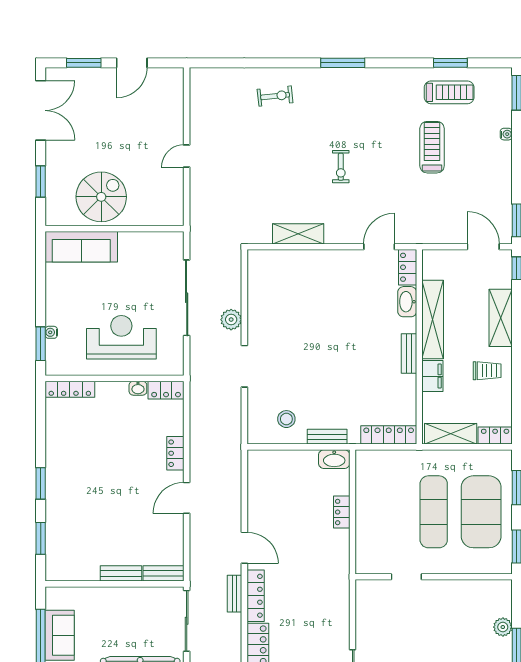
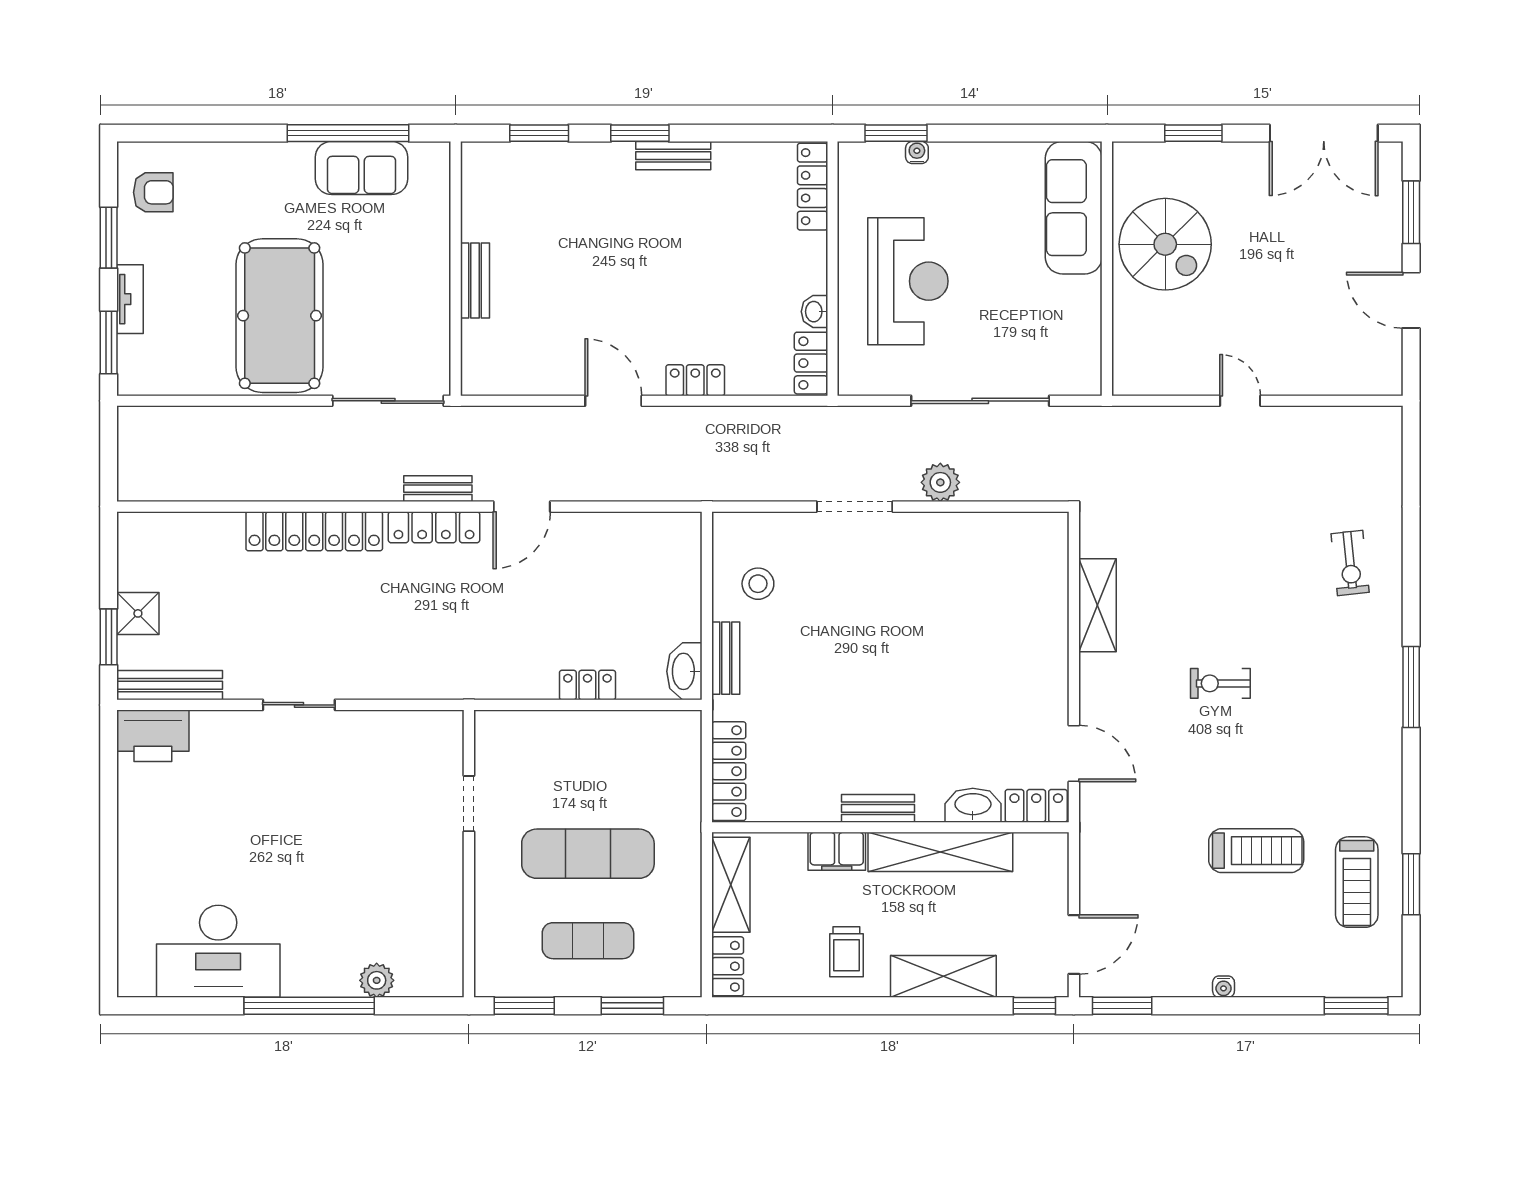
water cooler: (506, 134) -> (1224, 987), moved
exercise mat: (481, 512) -> (588, 941), width x0.50, depth x0.69
bench: (163, 573) -> (673, 156), moved, turned 90

